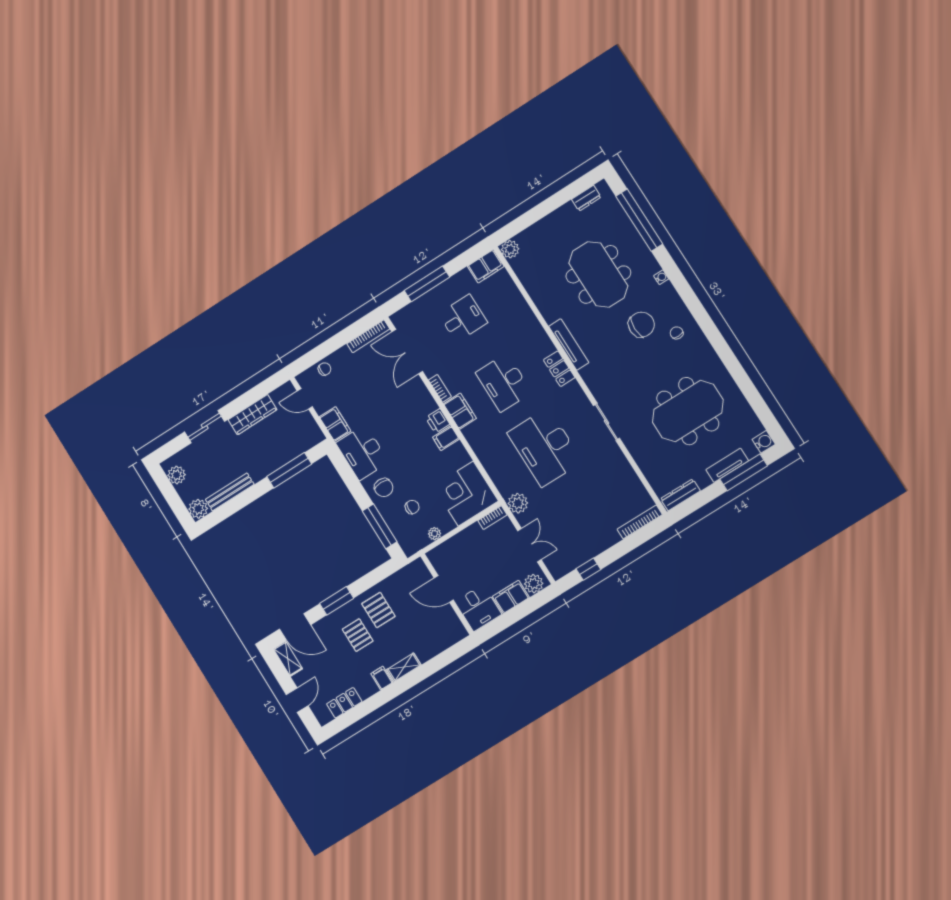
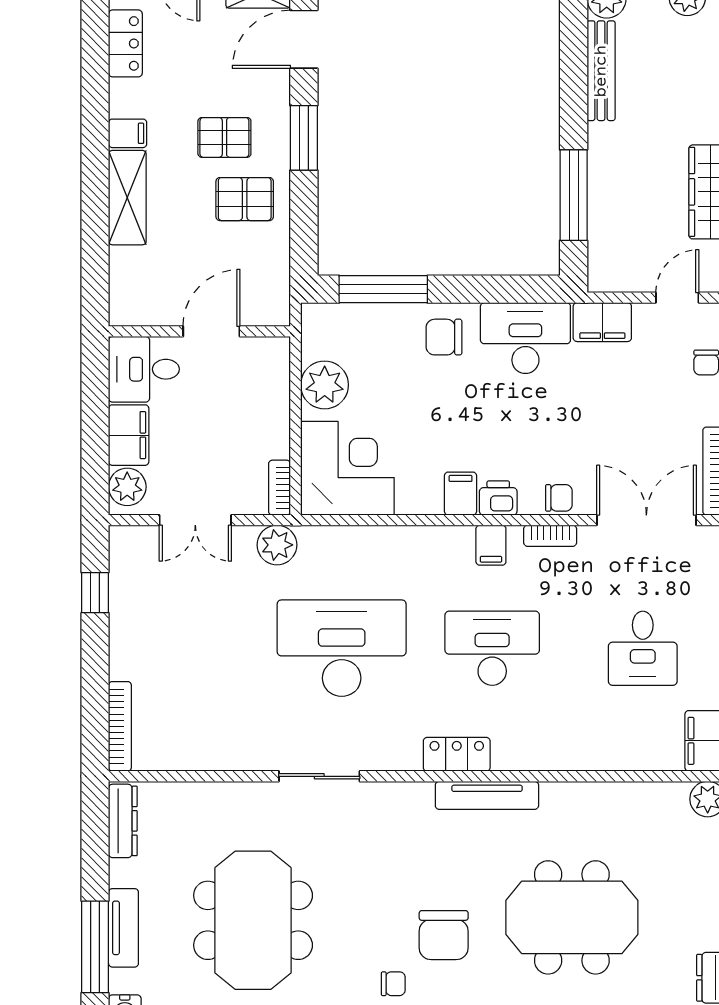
filing cabinet: (460, 411) -> (491, 545), width x0.50
chair: (412, 507) -> (559, 498), moved, turned -94
plant: (434, 534) -> (325, 385), width x1.88, depth x1.88
shelving: (404, 667) -> (127, 198), width x1.50, depth x1.33

